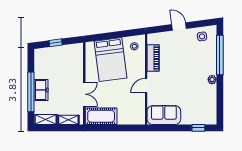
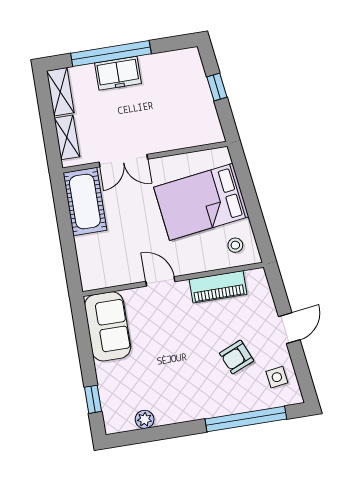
armchair: (189, 55) -> (237, 357), added
plant: (212, 80) -> (145, 419), moved

